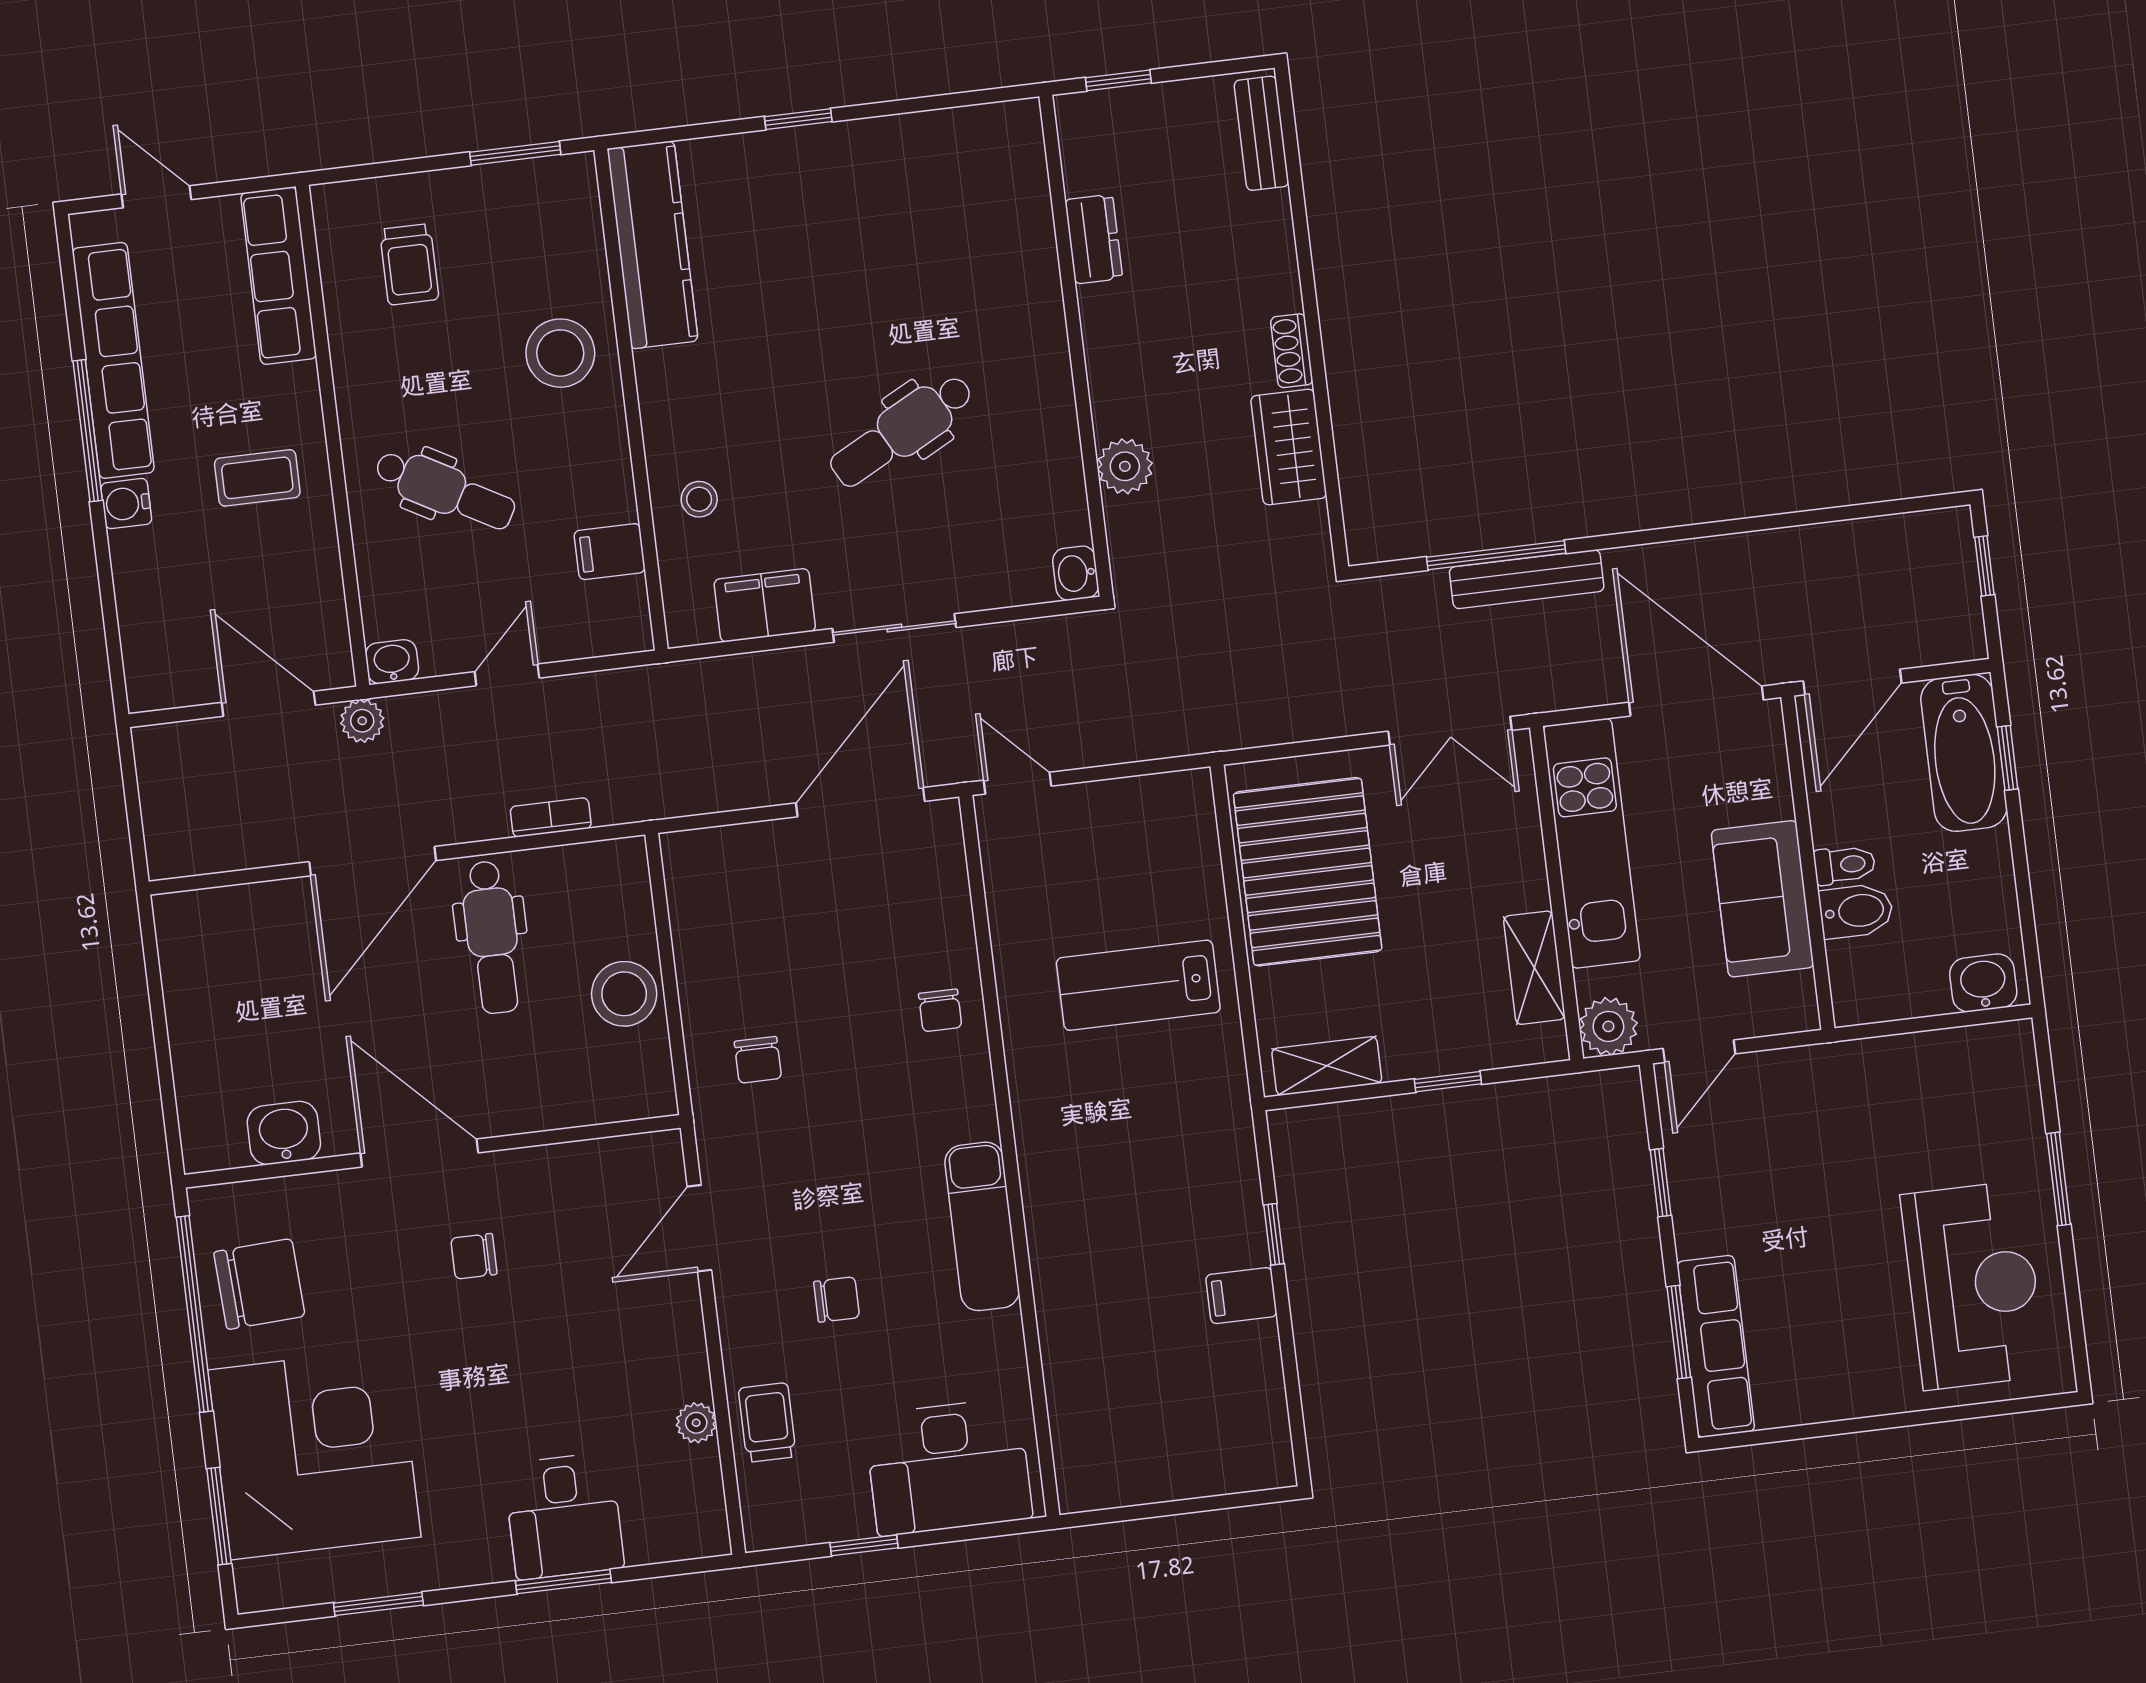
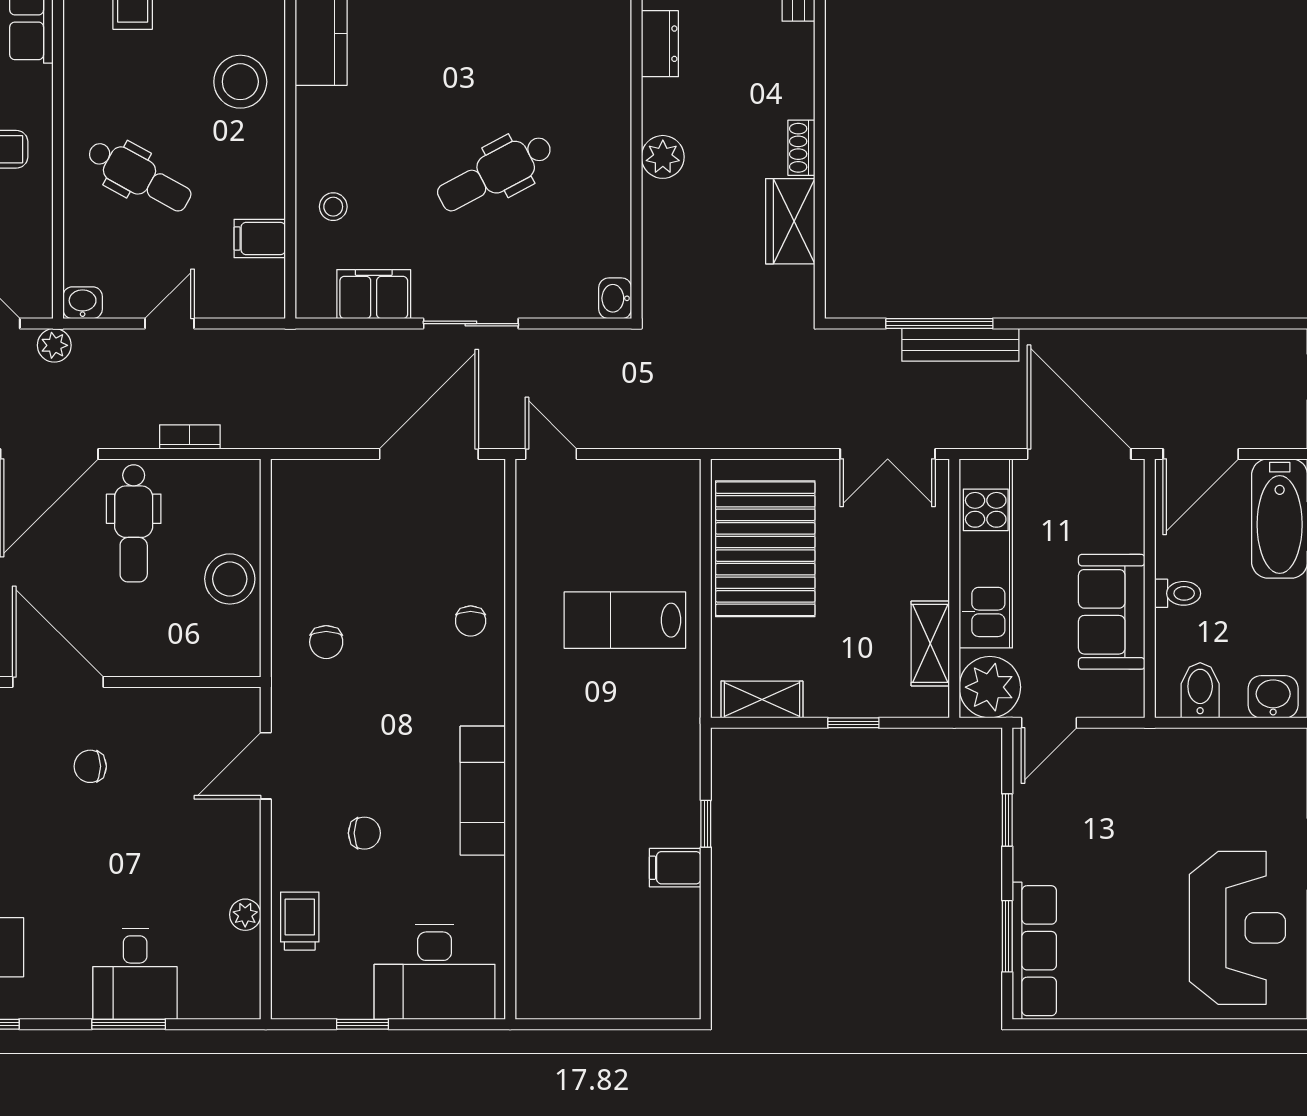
plant: (1125, 466) -> (663, 157), moved
bidet: (1856, 911) -> (1200, 690), moved, turned -90
plant: (1608, 1026) -> (990, 687), width x1.36, depth x1.36

